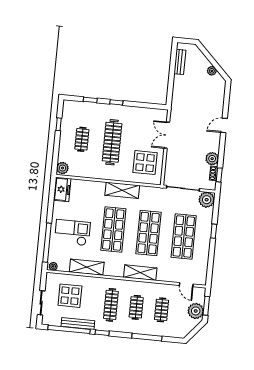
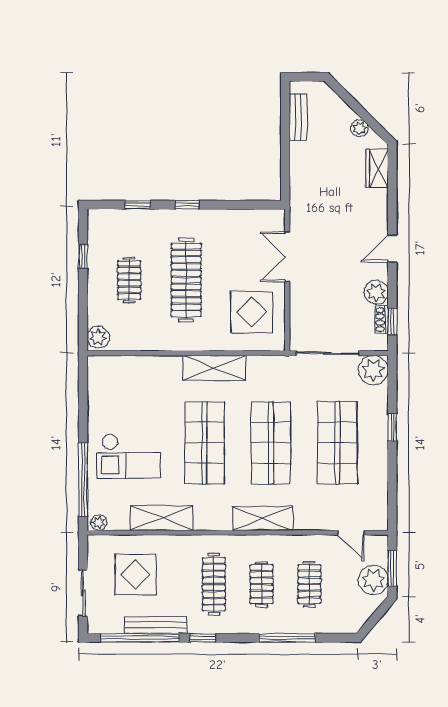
wardrobe: (219, 93) -> (377, 168), added
door: (224, 125) -> (392, 249), moved
freezer: (62, 189) -> (101, 377), removed
checkout: (72, 233) -> (129, 456), turned 180

